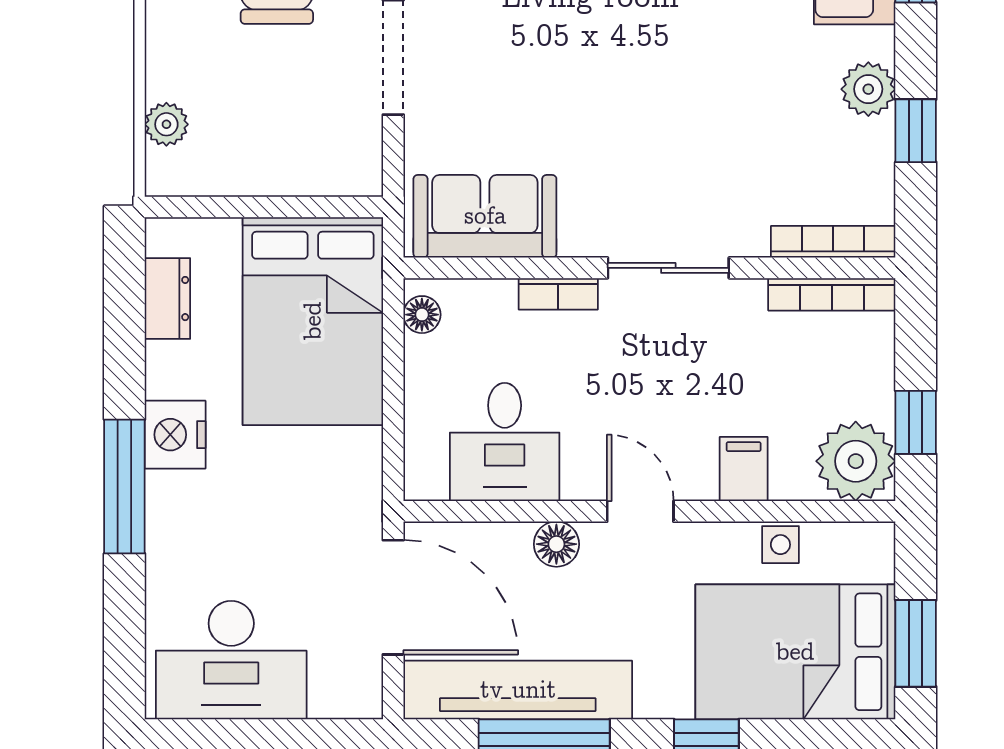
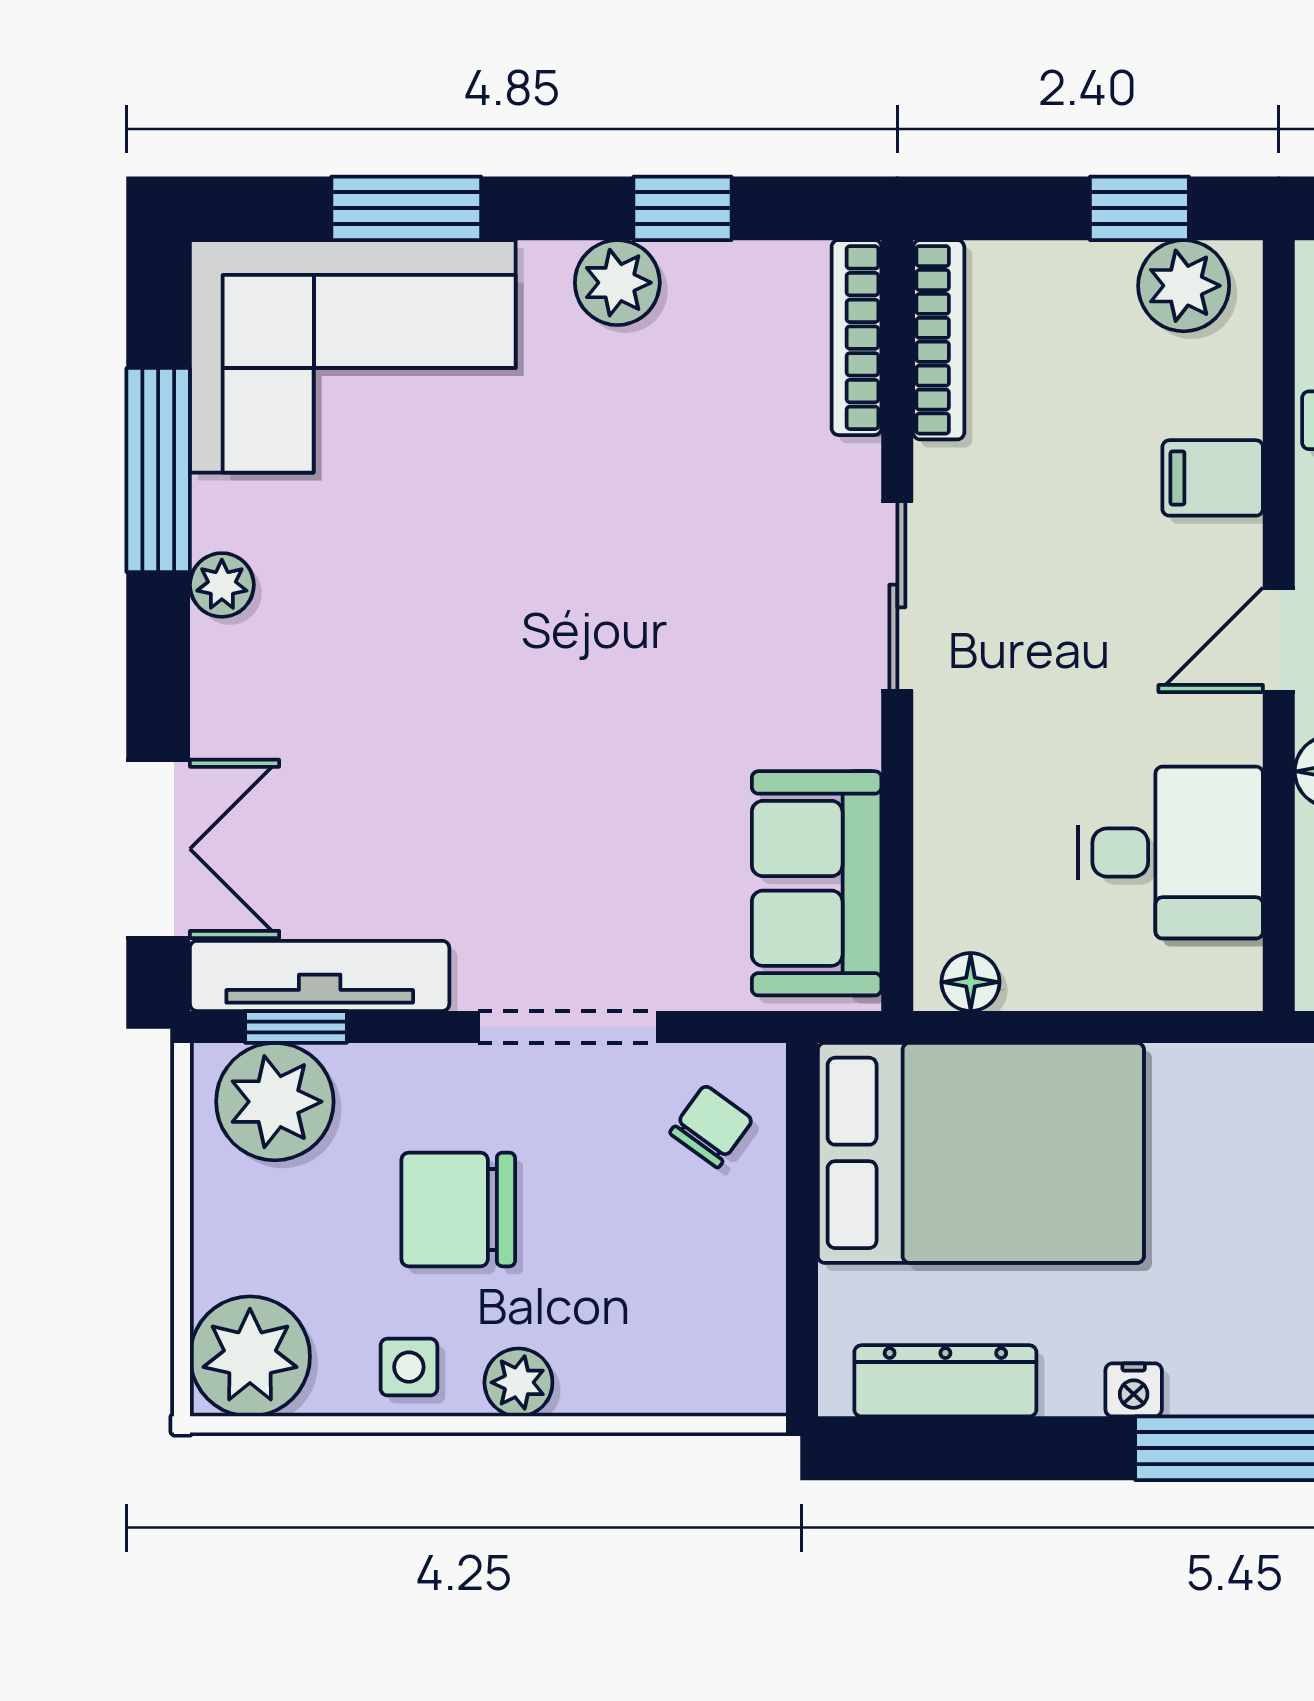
plant: (166, 124) -> (518, 1382), moved
chair: (330, 149) -> (711, 1126), added
bookcase: (558, 294) -> (938, 769), removed
dresser: (167, 299) -> (945, 1381), width x1.44
nightstand: (175, 435) -> (1134, 1390), width x0.53, depth x0.56
plant: (856, 461) -> (1184, 286), width x0.73, depth x0.73

